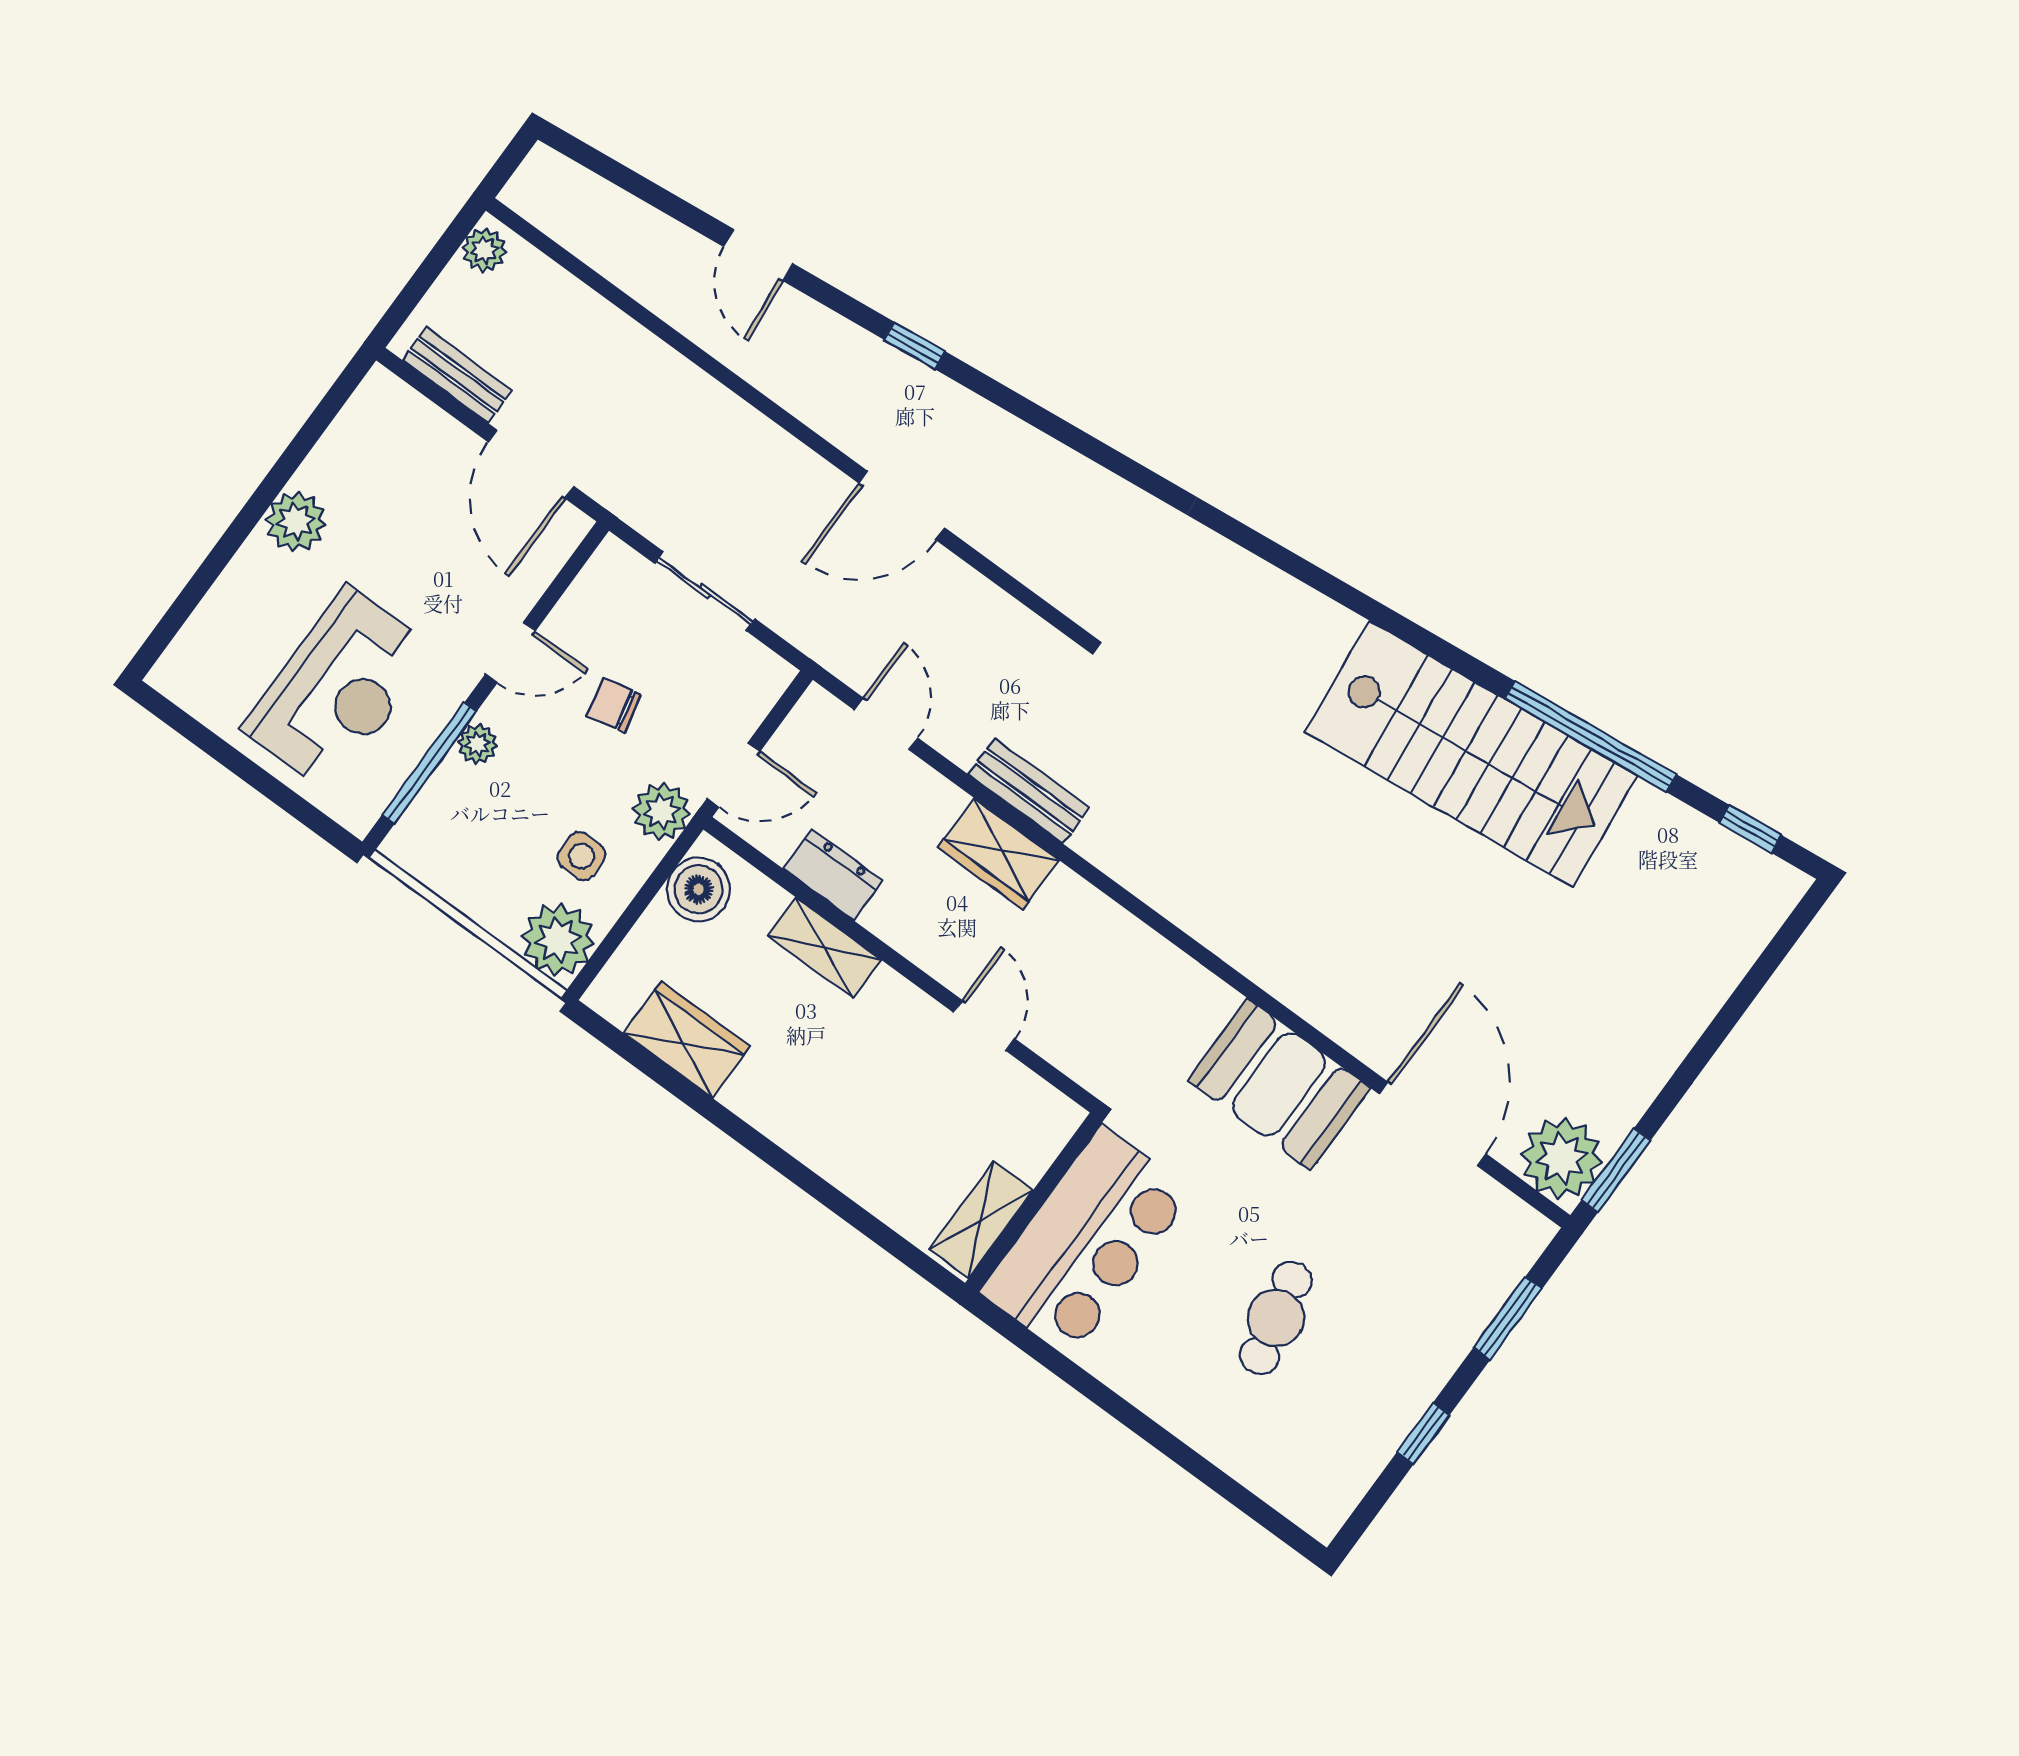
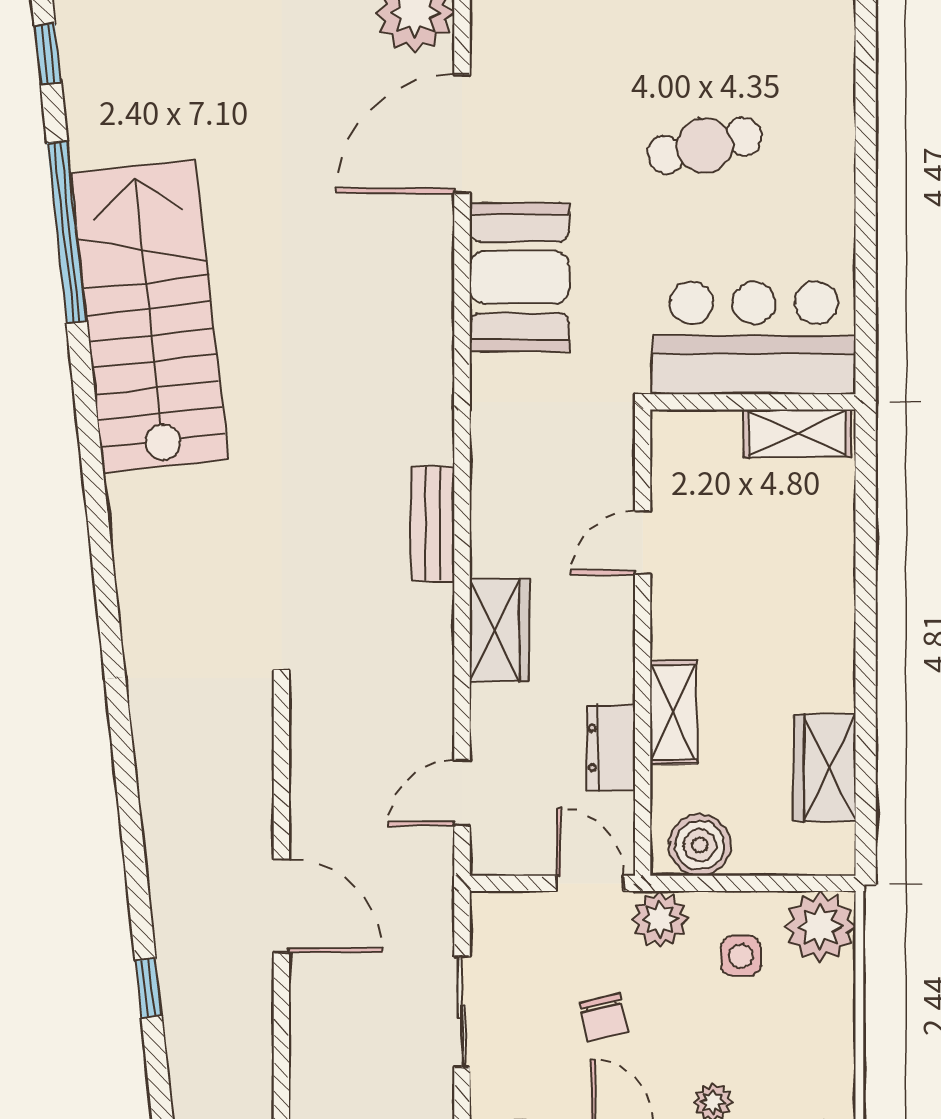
bench: (1029, 791) -> (433, 524), moved

